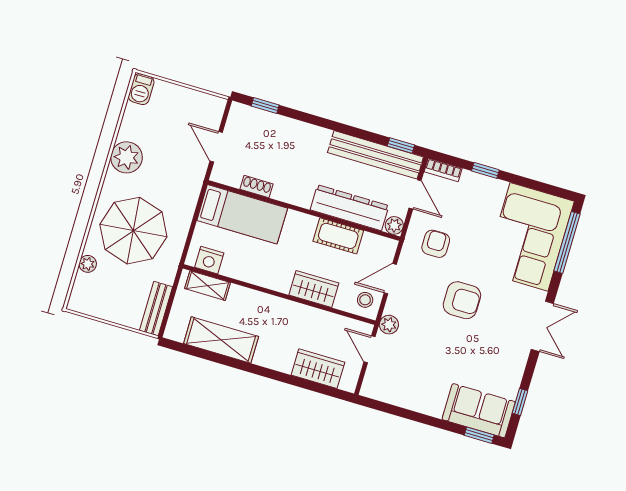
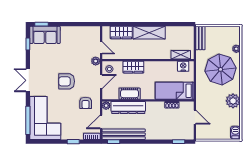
door: (415, 194) -> (101, 122), hinge flipped
shelving: (221, 340) -> (149, 33), moved

